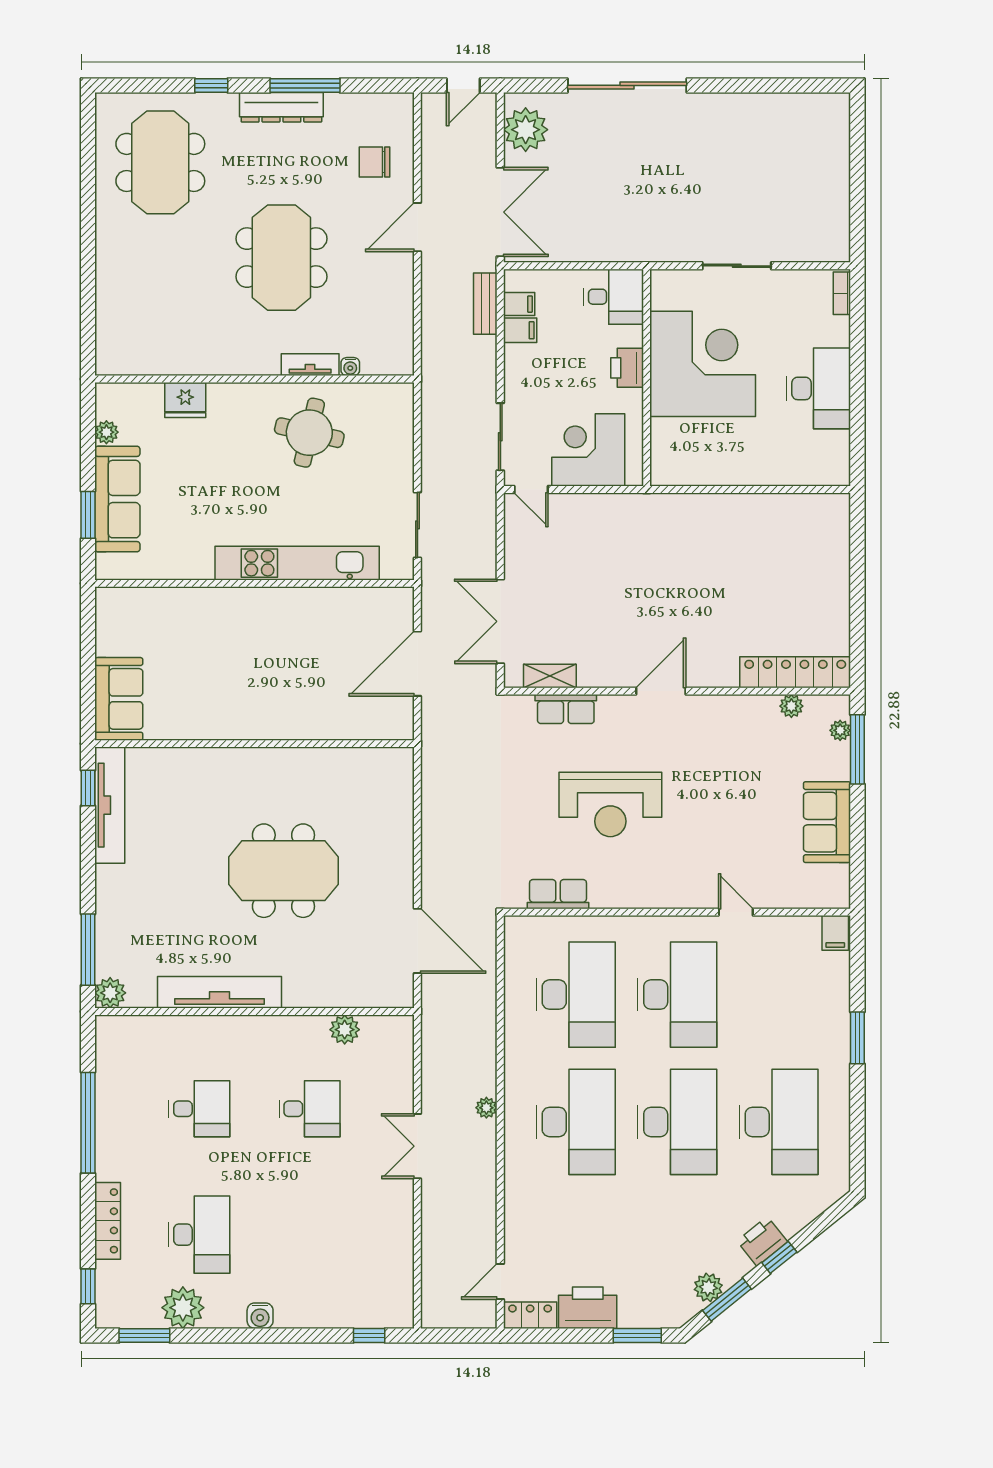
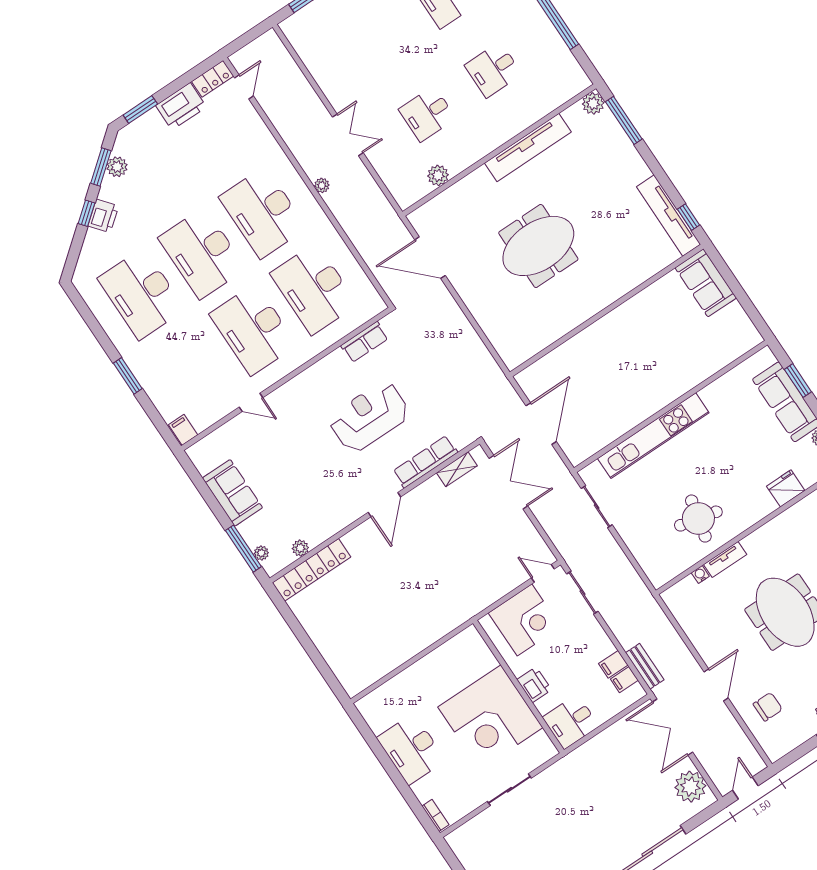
row of seats: (566, 709) -> (425, 462), width x1.48

